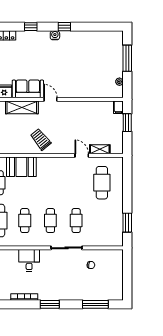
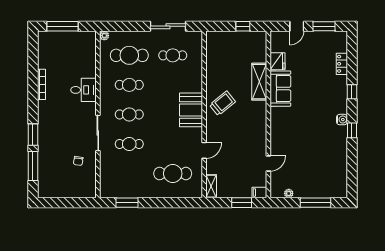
door: (50, 99) -> (268, 163), moved
shelving: (100, 149) -> (211, 186), moved
booth: (21, 167) -> (191, 110), moved
window: (50, 304) -> (33, 135), moved

